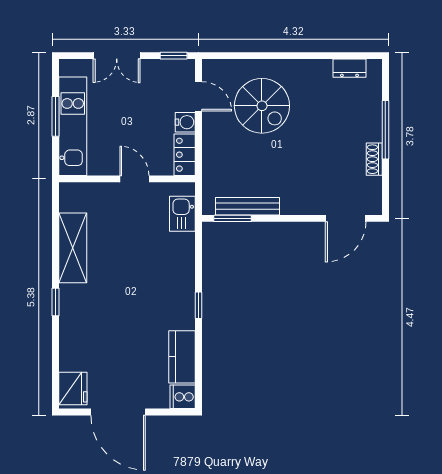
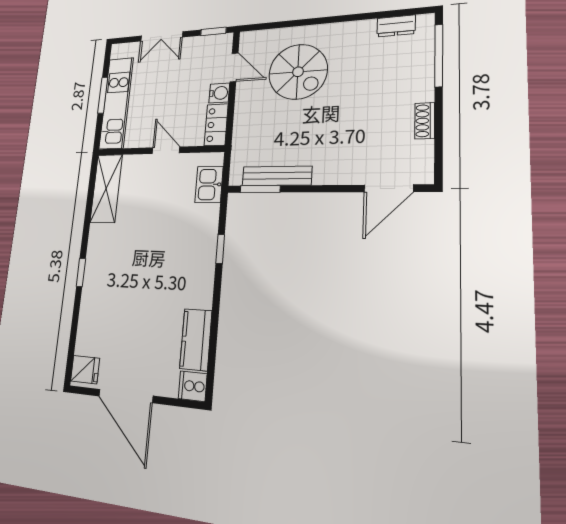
window: (385, 130) -> (439, 55), moved
shelving: (73, 248) -> (106, 188), moved
window: (198, 305) -> (220, 249), moved
fridge: (73, 388) -> (85, 370), width x0.72

